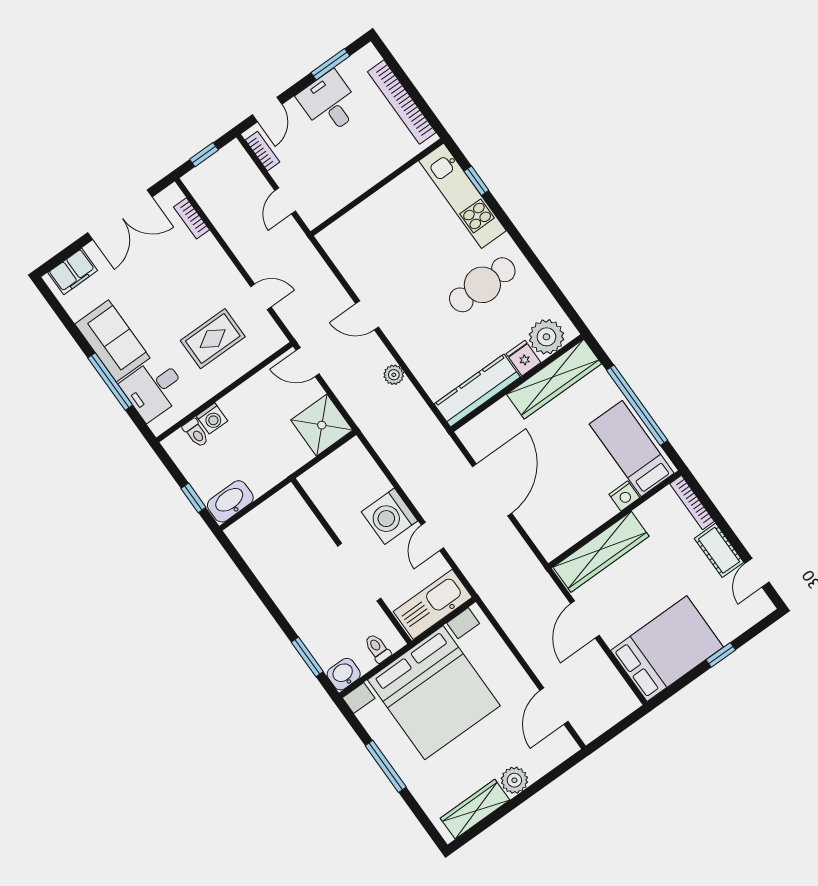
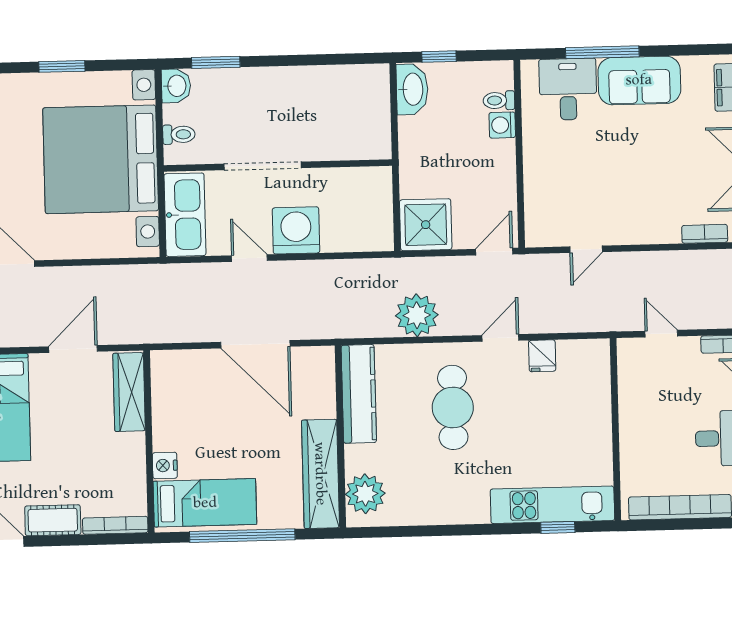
cafe table: (482, 285) -> (453, 407), moved
rug: (213, 339) -> (577, 177), removed
fridge: (523, 358) -> (542, 356), moved, turned 90
plant: (394, 375) -> (417, 315), width x1.88, depth x1.88
wardrobe: (601, 552) -> (129, 392), width x0.71, depth x0.85
door: (585, 620) -> (73, 349), hinge flipped
window: (386, 766) -> (62, 66), width x0.69

